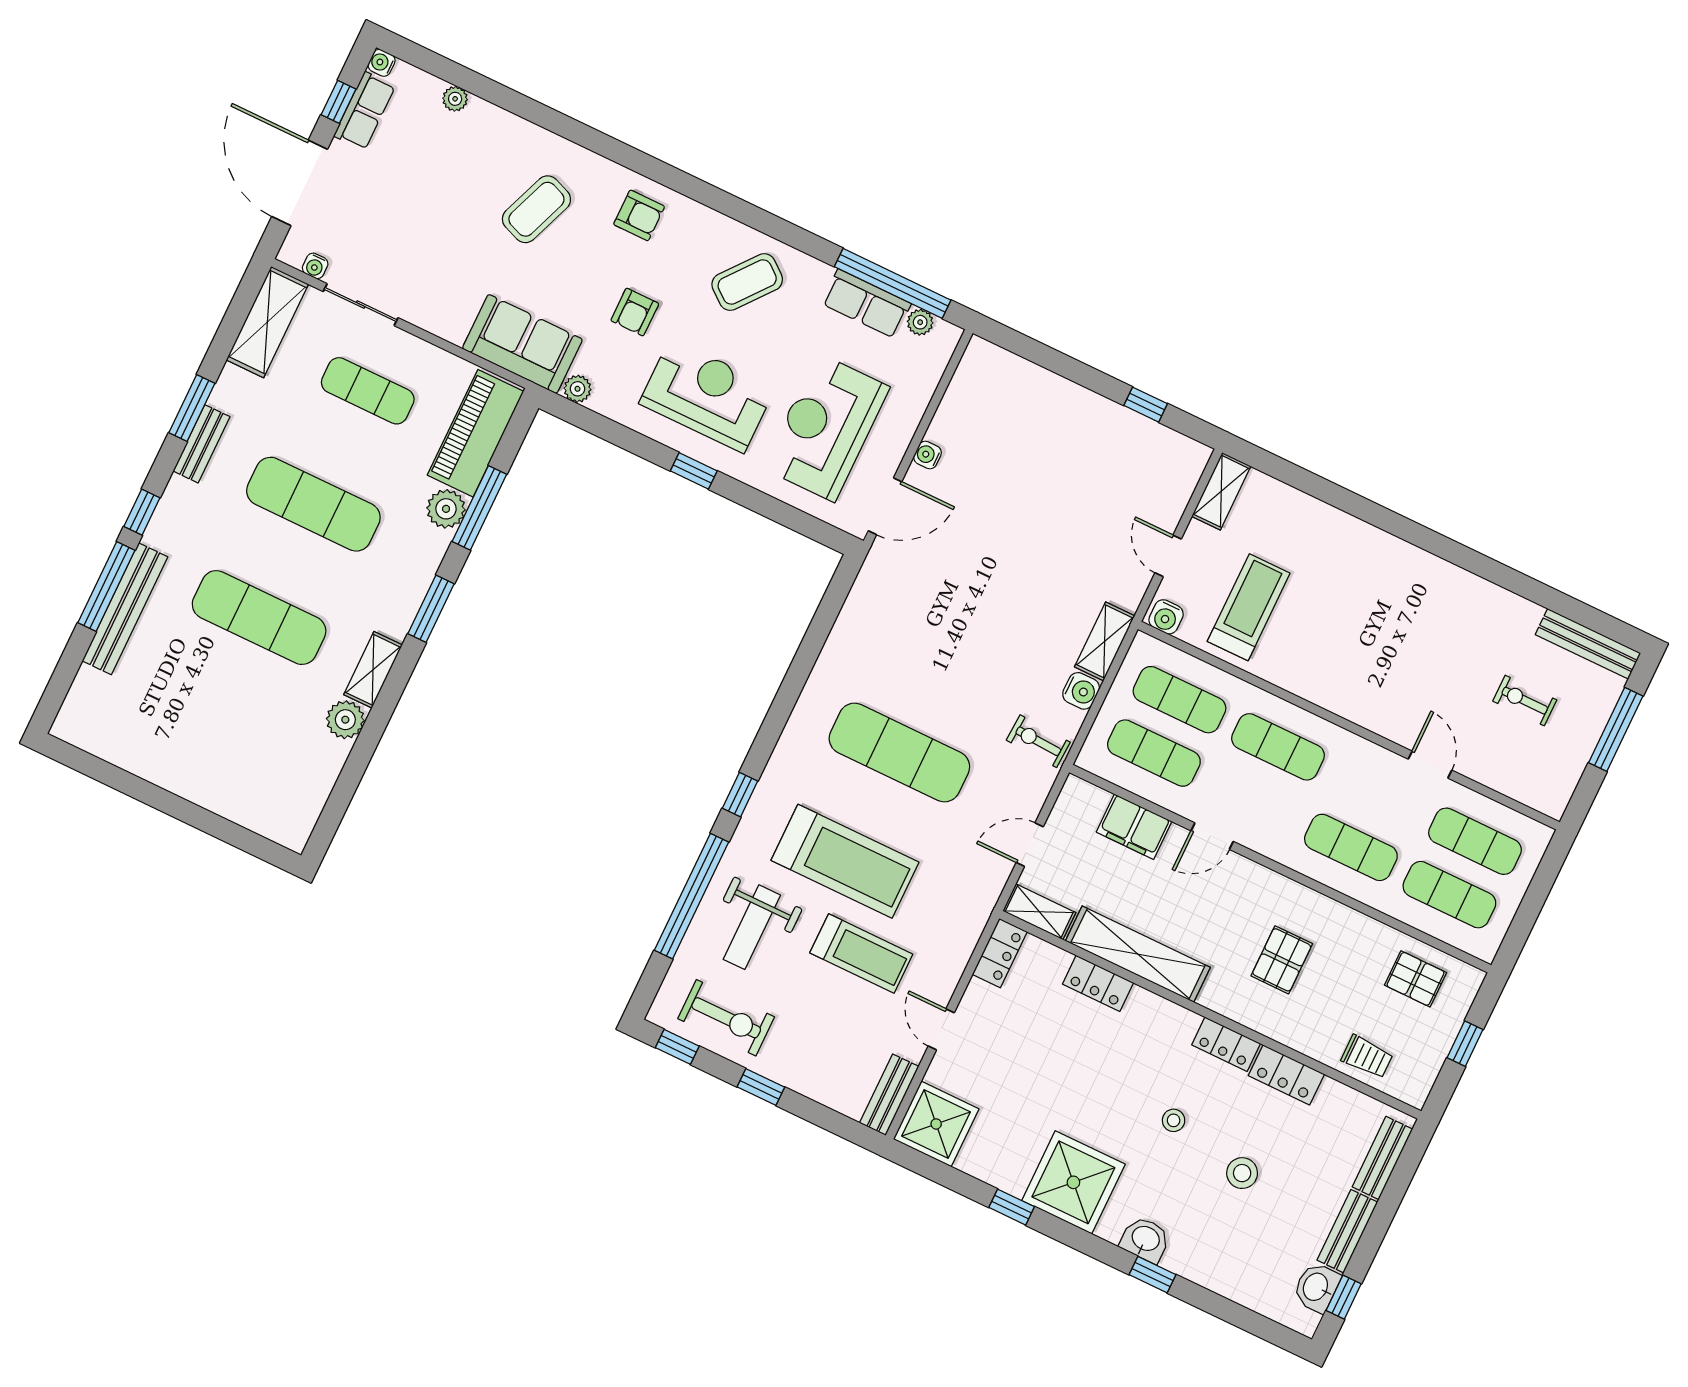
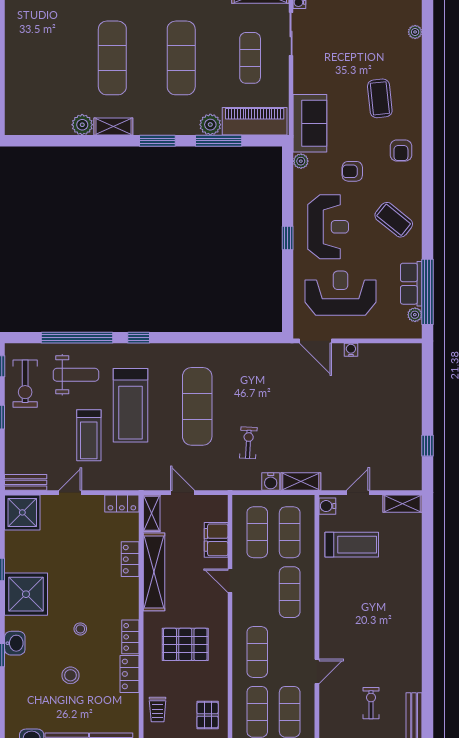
coffee table: (536, 209) -> (380, 98), turned 63
exercise bike: (1038, 741) -> (248, 443), moved
weight bench: (752, 927) -> (76, 375), turned 180
pallet: (1282, 960) -> (185, 644), width x1.50, depth x1.42

